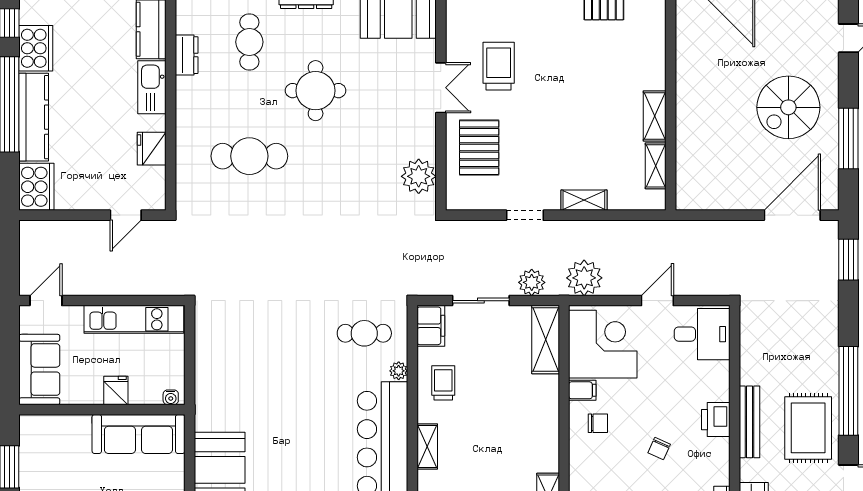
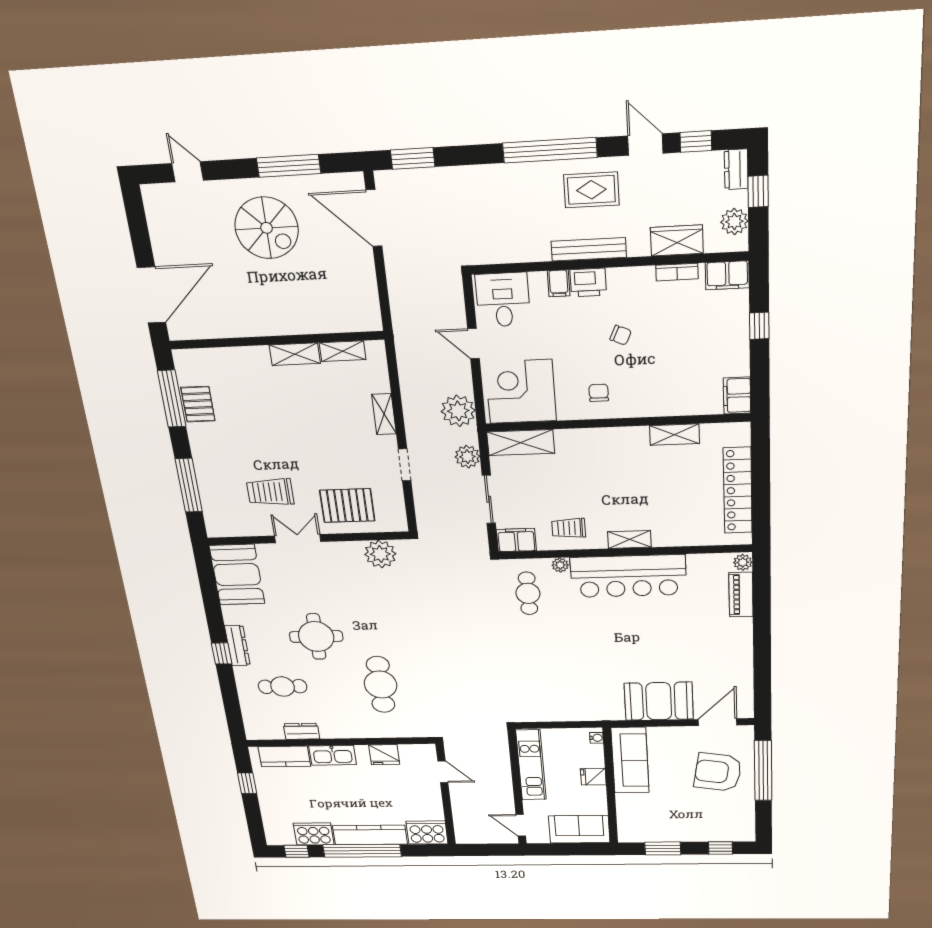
filing cabinet: (582, 390) -> (559, 283), moved, turned 180
rug: (808, 428) -> (591, 190), width x0.73, depth x0.70

